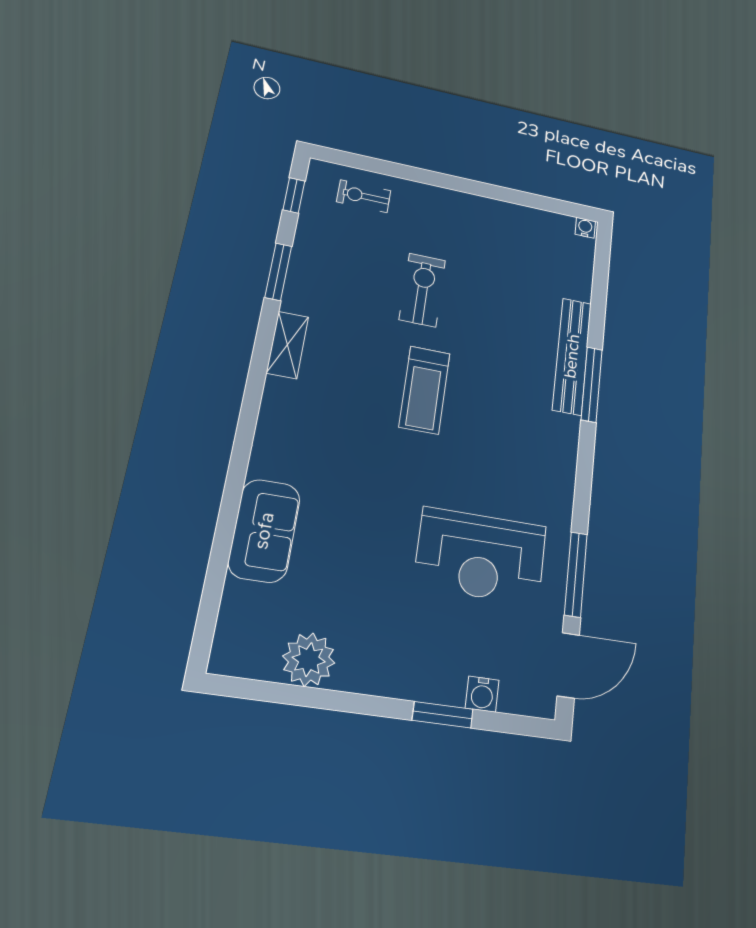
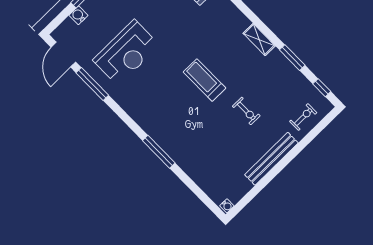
exercise bike: (422, 290) -> (246, 111), width x0.73, depth x0.72
bench: (572, 356) -> (271, 159), moved, turned 90
reception desk: (481, 556) -> (126, 53), turned 180

